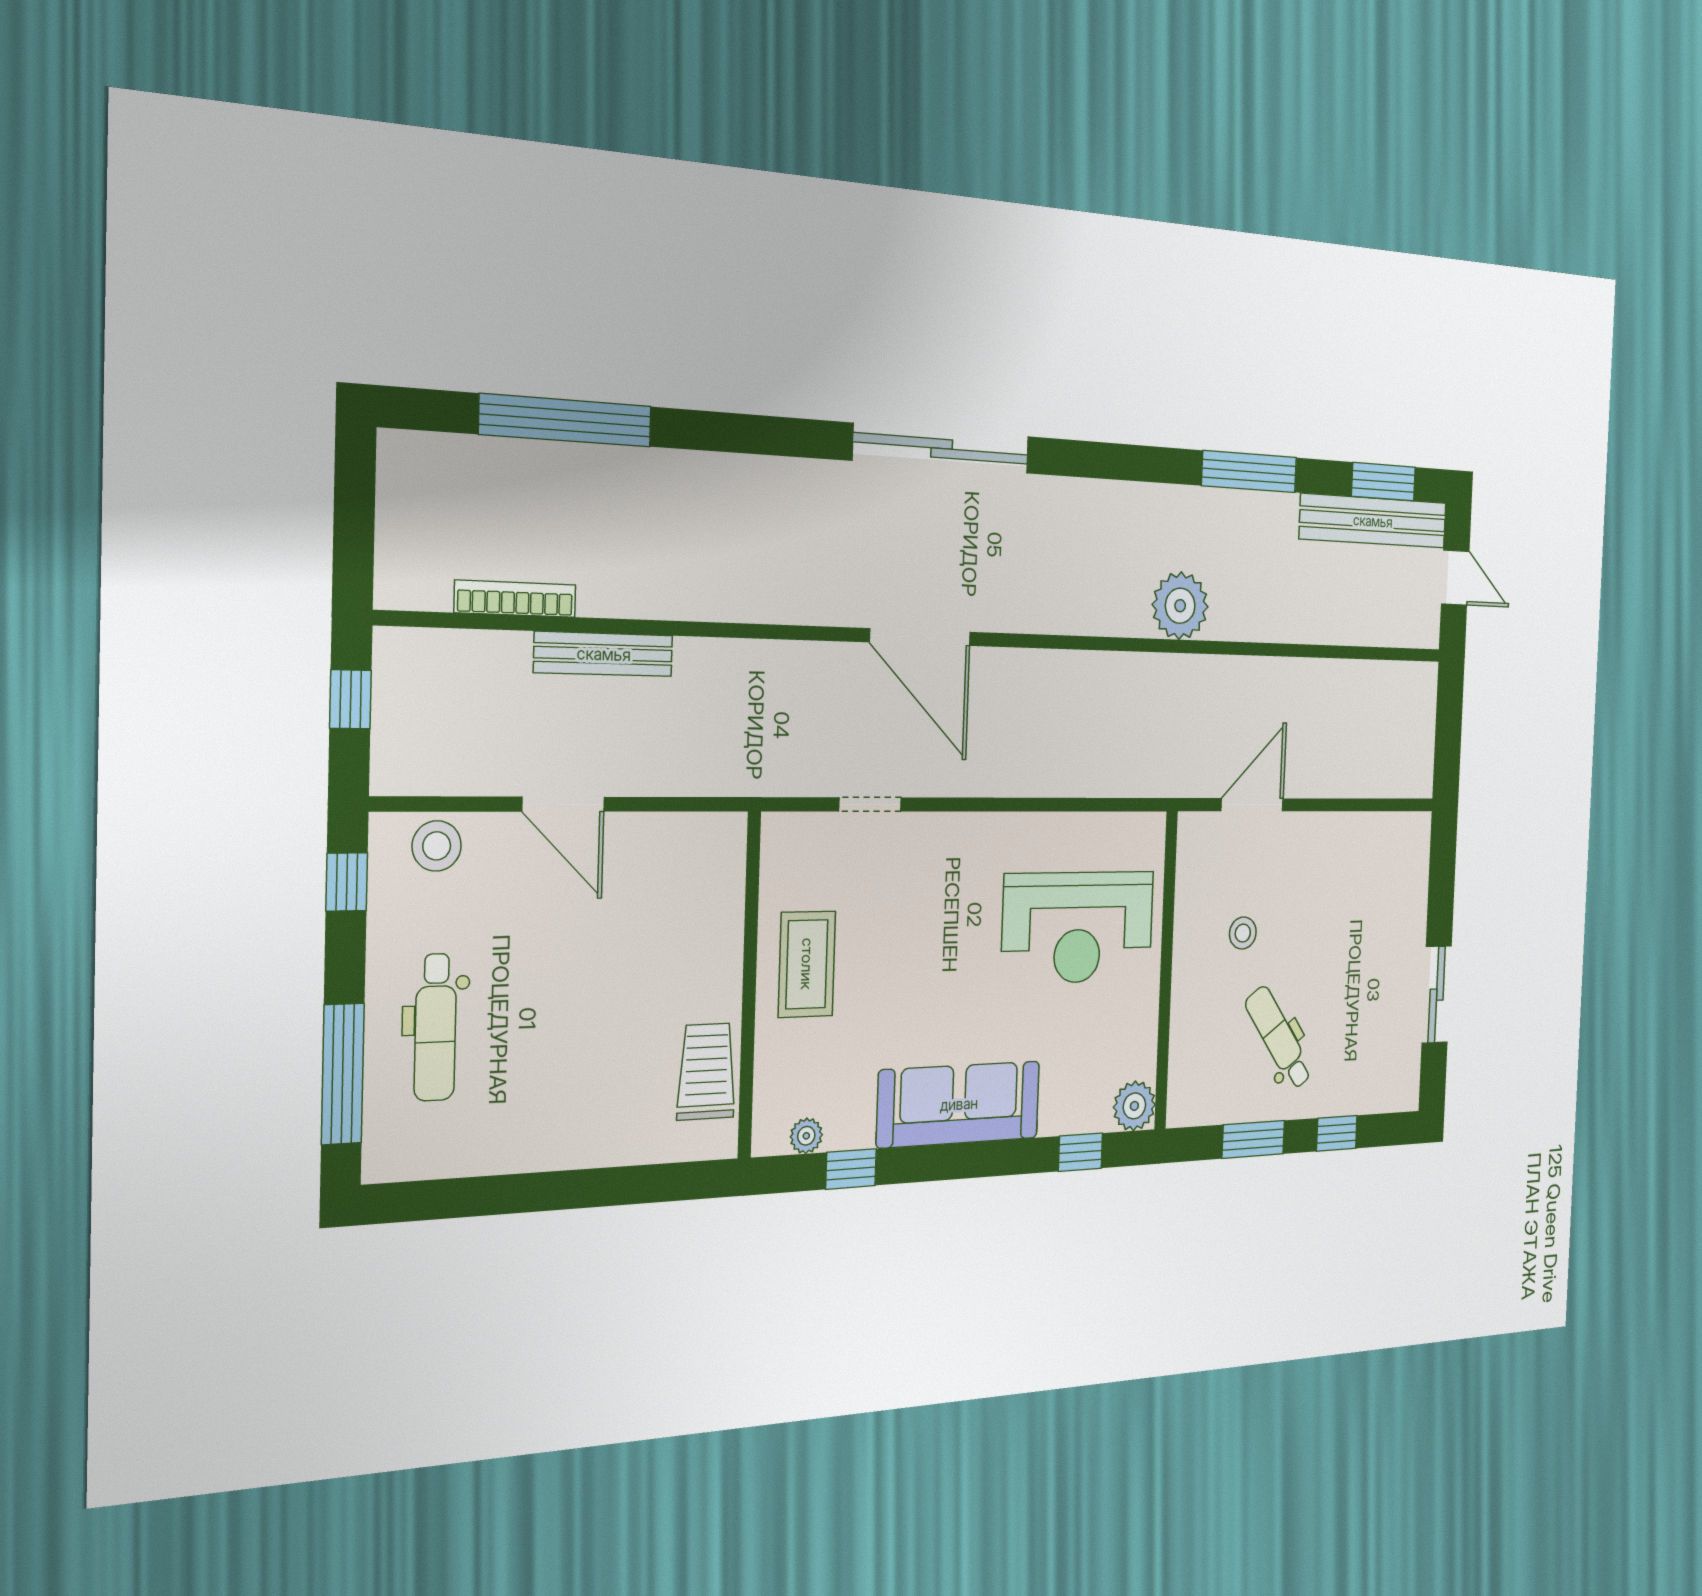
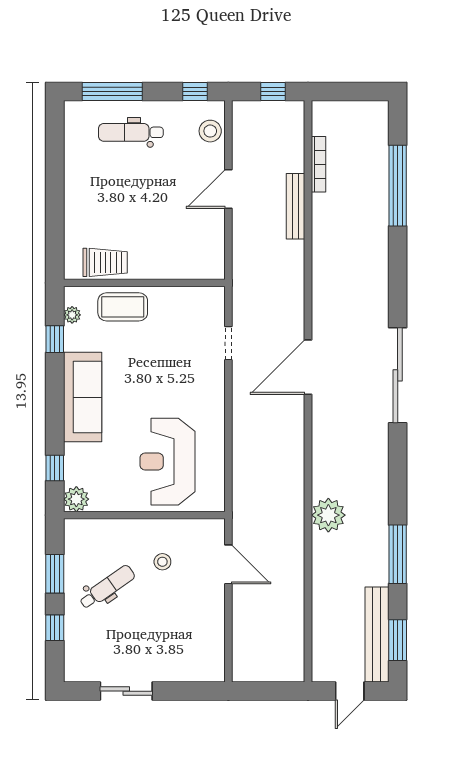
coffee table: (807, 964) -> (123, 307), moved

